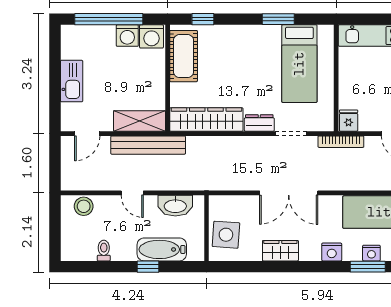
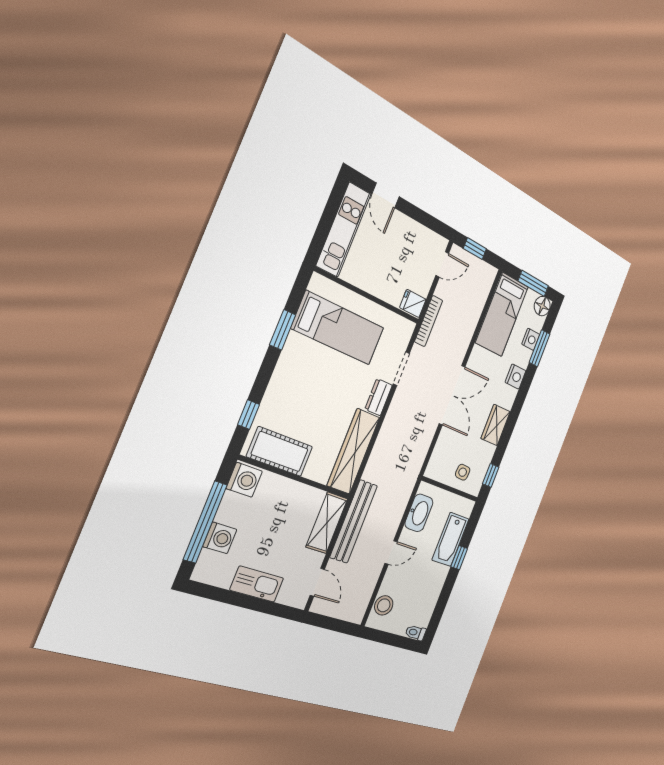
washing machine: (127, 36) -> (220, 538), moved
side table: (226, 235) -> (463, 472), width x0.54, depth x0.54
toilet: (104, 251) -> (416, 633), moved
window: (233, 267) -> (491, 475), added

